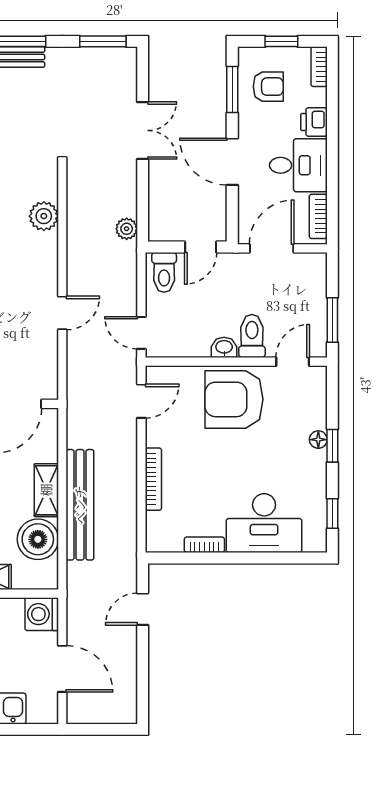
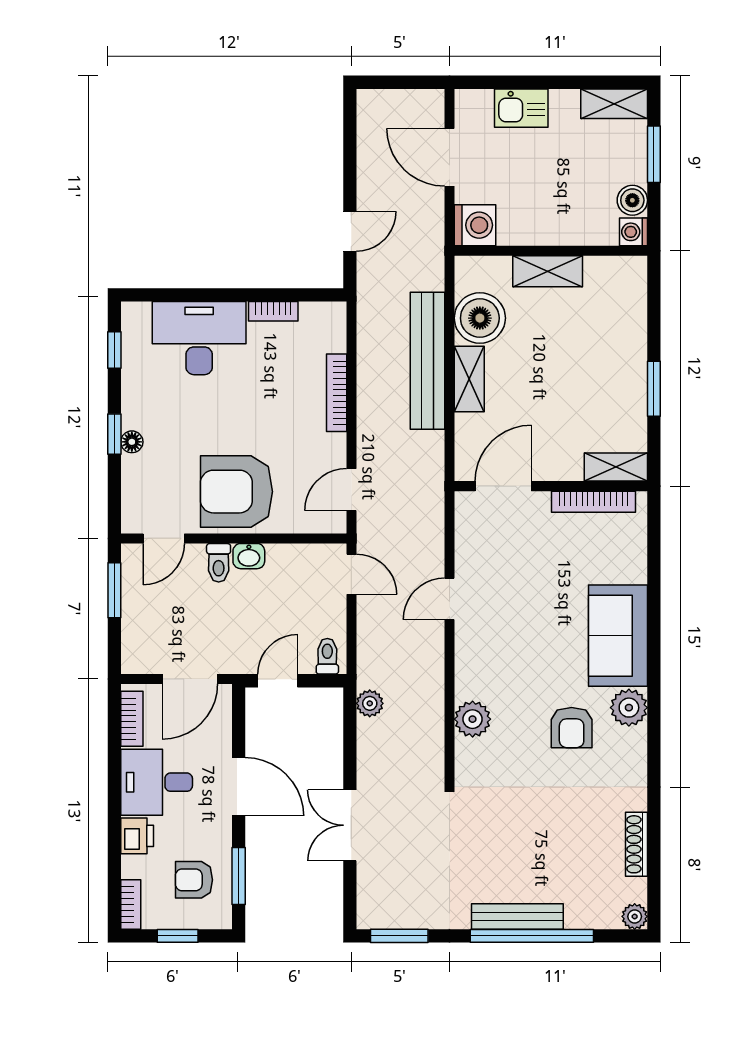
toilet: (164, 272) -> (327, 656), width x0.73, depth x0.72
toilet: (252, 336) -> (219, 563), width x0.73, depth x0.72
armchair: (234, 399) -> (236, 492), turned 180

